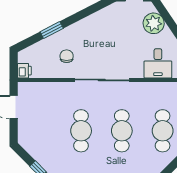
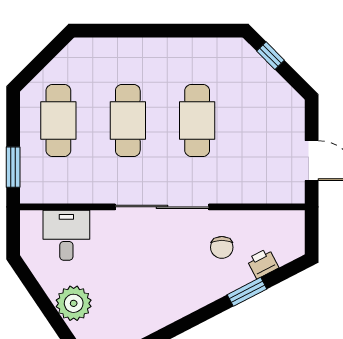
printer: (24, 71) -> (263, 263), moved, turned 63

